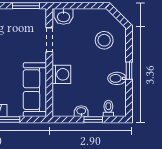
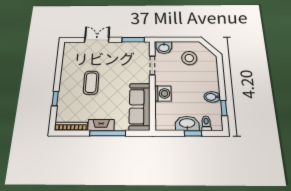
stool: (104, 40) -> (189, 58), moved
window: (129, 71) -> (224, 108), moved
washbasin: (81, 111) -> (187, 123), width x1.91, depth x1.45

